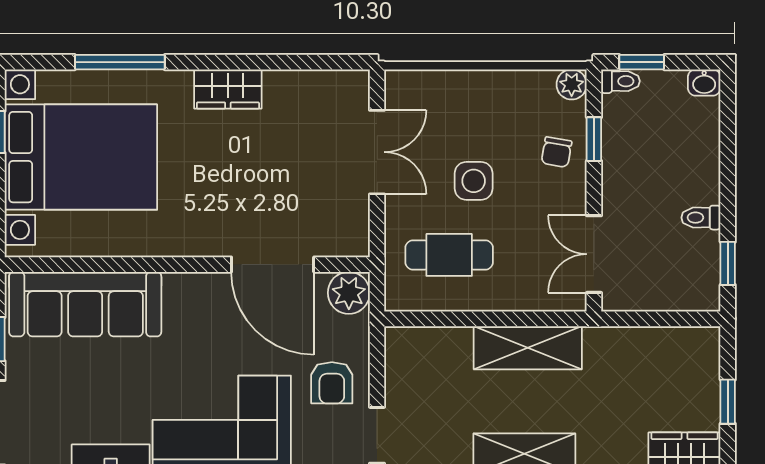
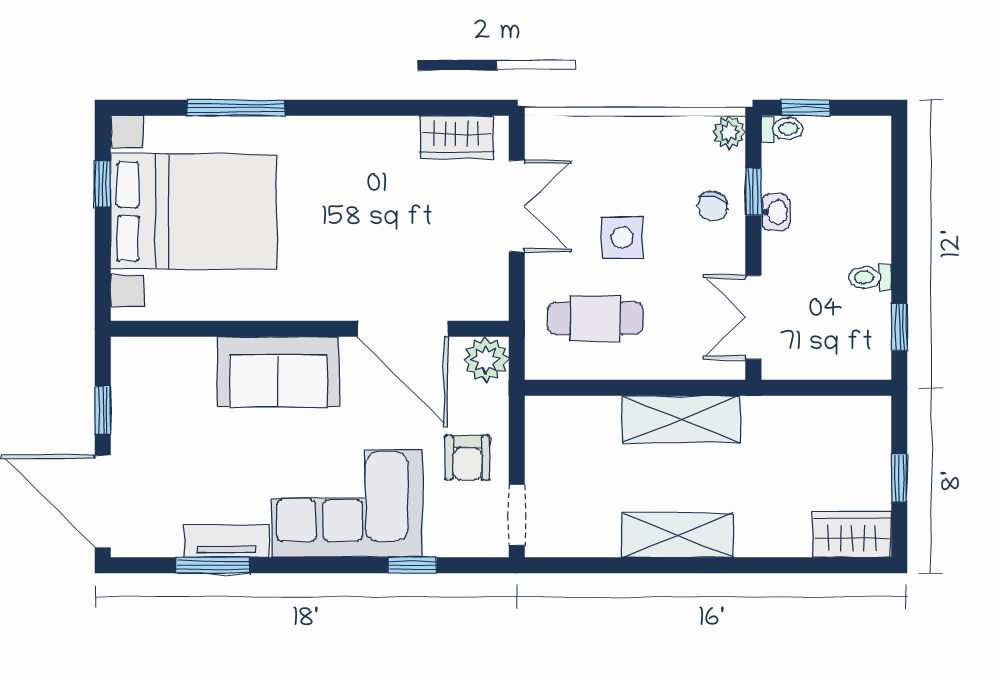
washbasin: (704, 83) -> (776, 212), moved, turned -90
wardrobe: (228, 89) -> (456, 137), moved
sofa: (85, 304) -> (278, 372), moved, width x0.73

